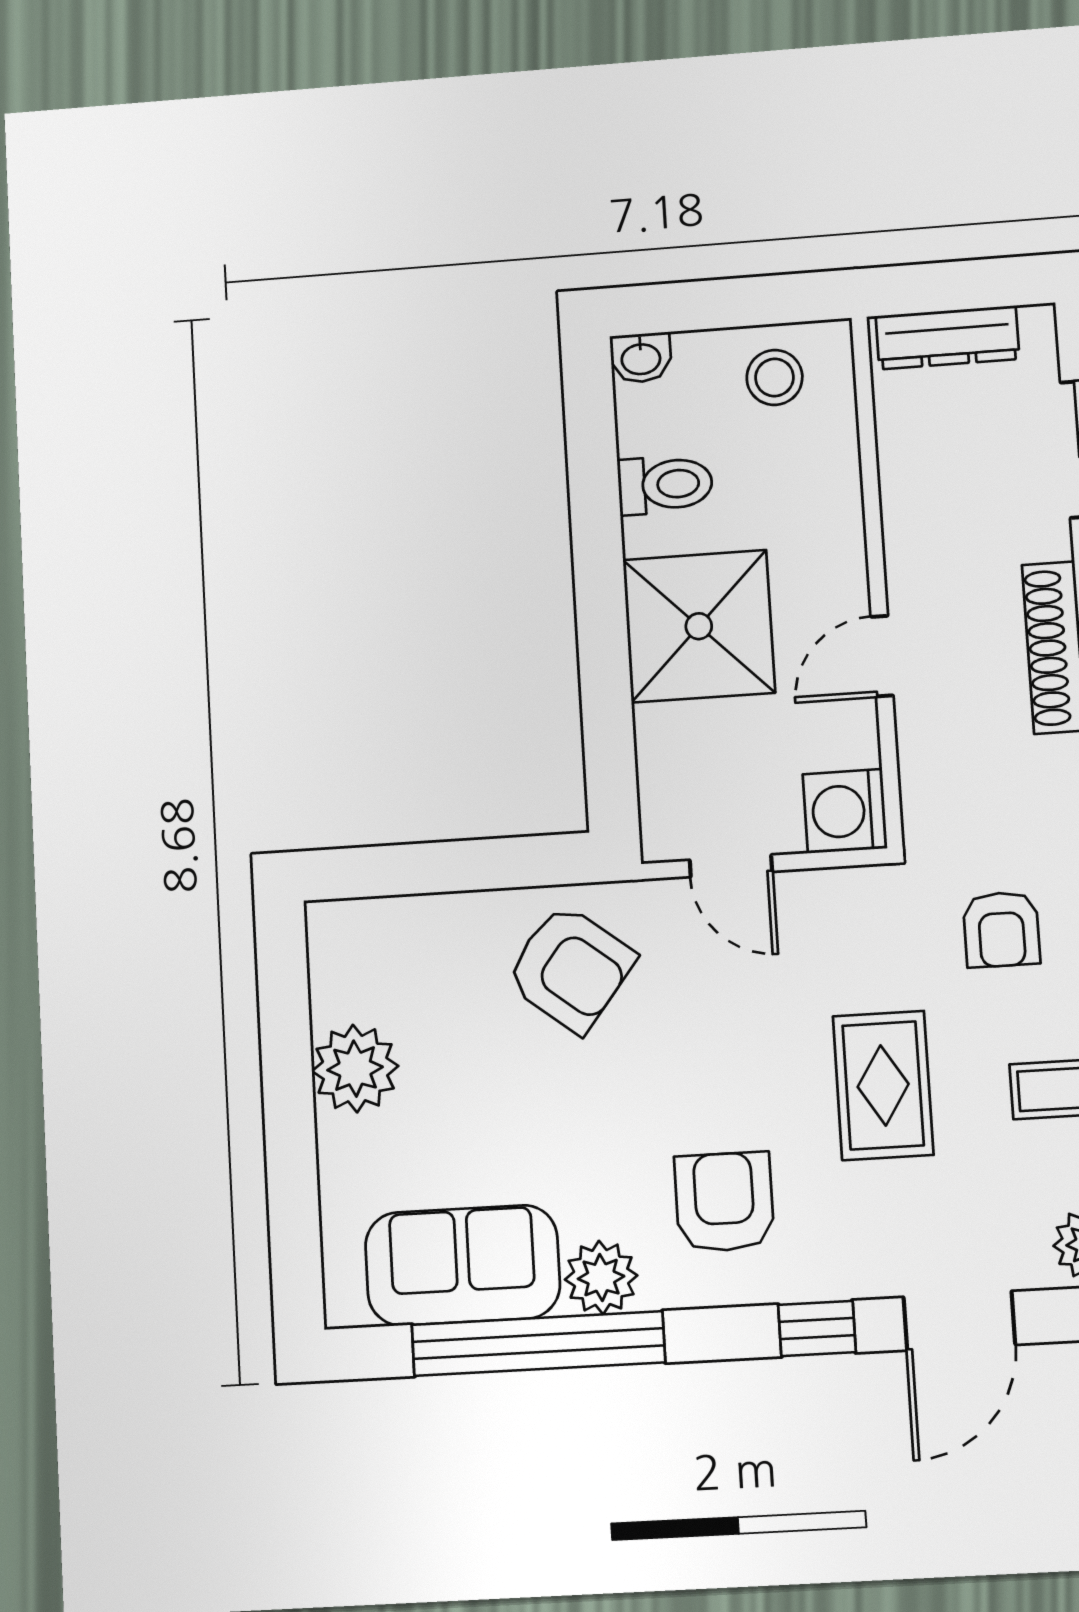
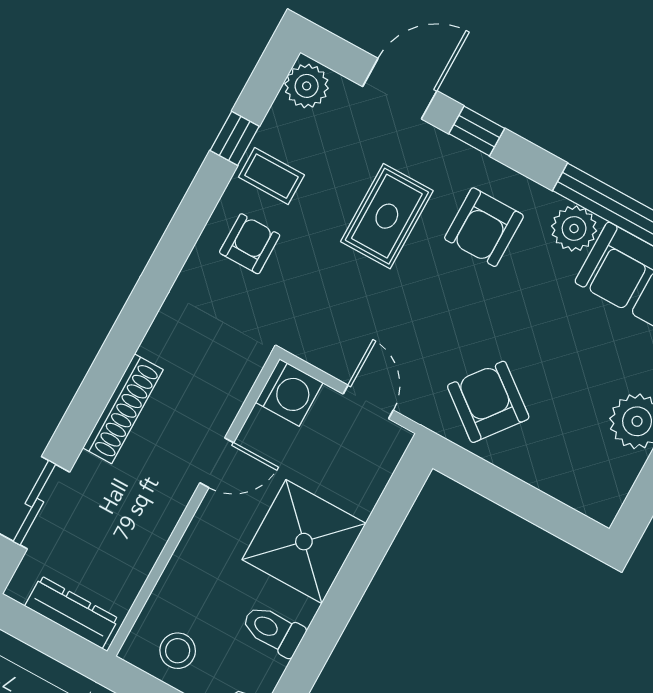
armchair: (1001, 929) -> (250, 244), moved
rug: (883, 1085) -> (387, 216), moved

